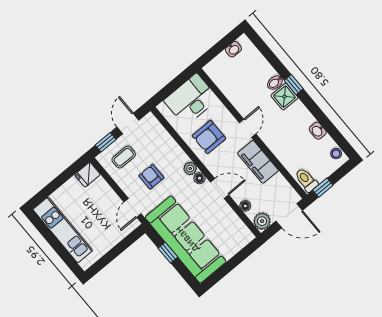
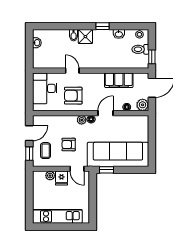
window: (294, 85) -> (102, 26), moved
door: (128, 123) -> (29, 133), swing flipped
door: (248, 128) -> (72, 71), moved
armchair: (209, 137) -> (73, 96), turned 90
filing cabinet: (258, 162) -> (119, 80), moved
fridge: (87, 175) -> (62, 178), moved
toilet: (306, 180) -> (140, 49), moved
plant: (101, 185) -> (50, 176), added
window: (168, 253) -> (106, 170), moved

